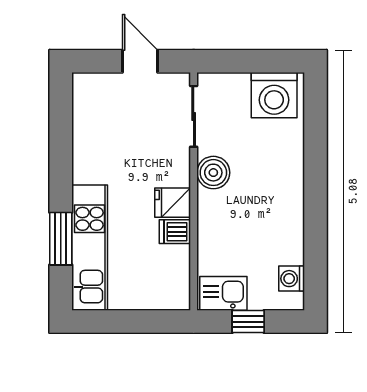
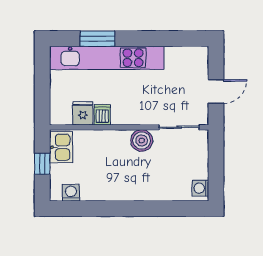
washing machine: (274, 95) -> (200, 188), width x0.53, depth x0.53
fridge: (173, 203) -> (83, 113), moved
kitchen unit: (90, 248) -> (107, 58), width x1.36

